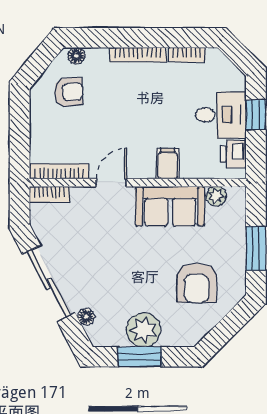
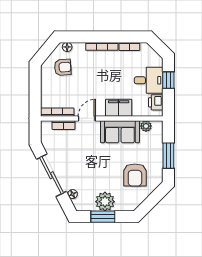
filing cabinet: (168, 164) -> (119, 108), width x2.00
bookcase: (49, 194) -> (64, 125), moved

